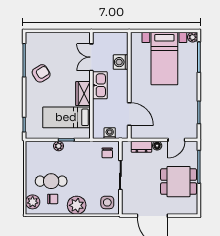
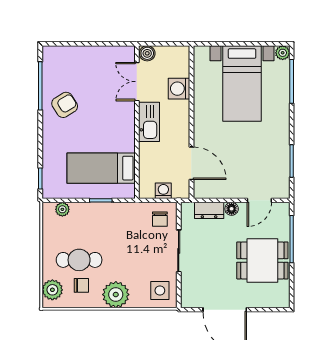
boiler: (98, 38) -> (147, 53), added
wardrobe: (83, 94) -> (125, 134), removed
plant: (59, 146) -> (62, 209), moved

